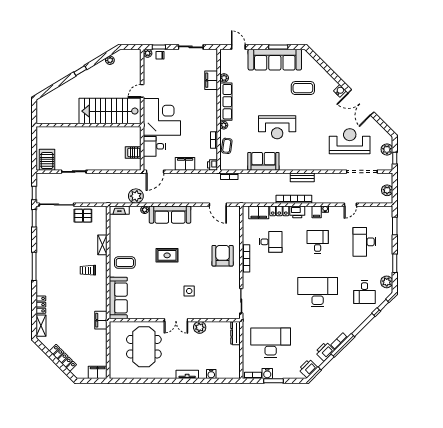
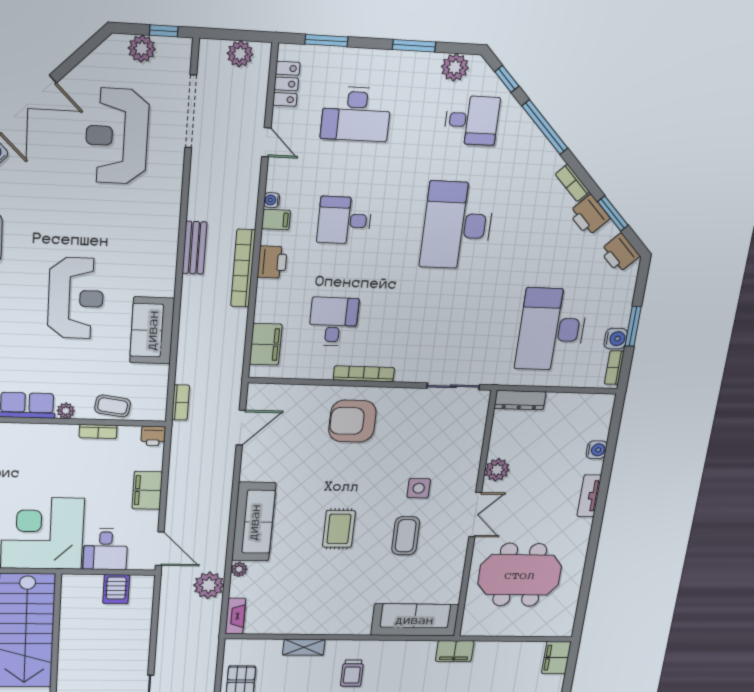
locker: (279, 211) -> (286, 84), moved
coffee table: (125, 263) -> (406, 536), moved

